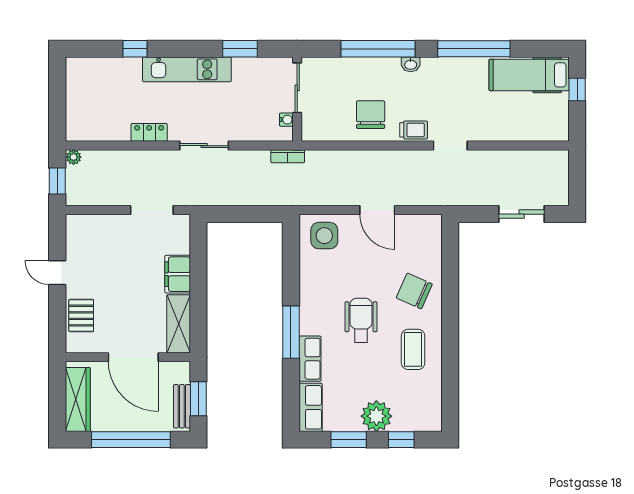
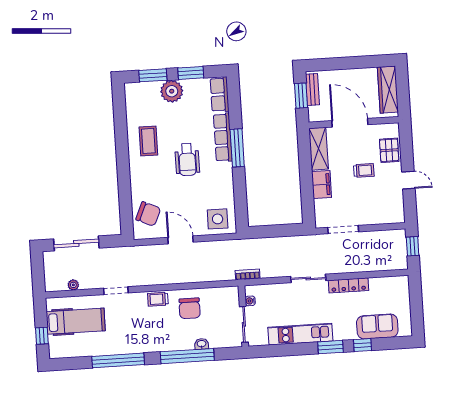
window: (240, 49) -> (330, 347), moved
washbasin: (411, 64) -> (202, 344), moved
kitchen unit: (187, 69) -> (300, 334), moved
sofa: (113, 73) -> (377, 327), added
hospital bed: (529, 75) -> (76, 321), moved
locker: (149, 132) -> (349, 285), width x1.53
doorway: (450, 146) -> (116, 291), moved
plant: (74, 157) -> (73, 285), moved
sliding door: (522, 214) -> (76, 243), width x1.37
trolley: (118, 290) -> (364, 170), added
chair: (414, 291) -> (148, 214), moved
row of seats: (310, 359) -> (223, 137), width x1.48
window: (131, 440) -> (348, 63), removed
window: (401, 440) -> (153, 75), width x1.50

